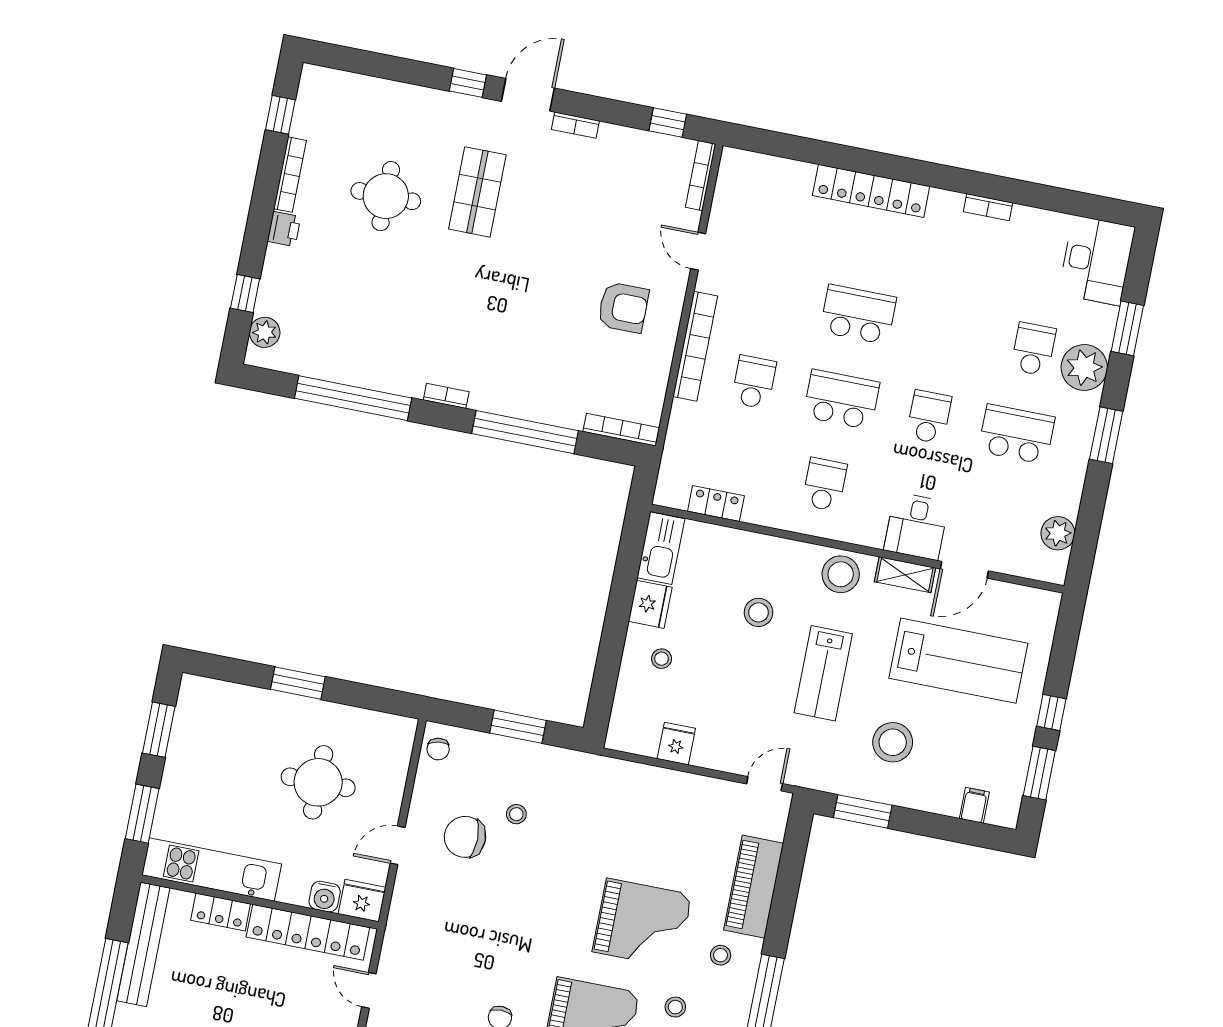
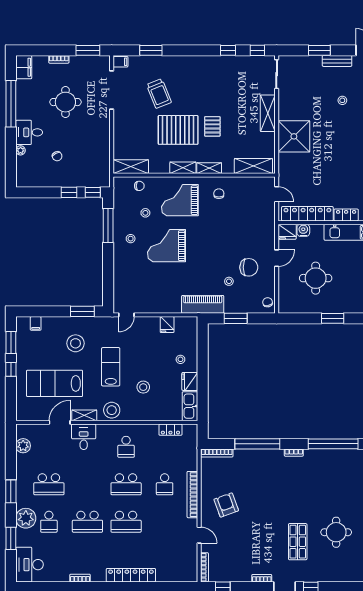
armchair: (623, 307) -> (226, 505), turned 70
school desk: (929, 417) -> (87, 522), moved, width x1.85
piano: (754, 887) -> (203, 304), moved, turned -90

